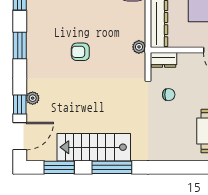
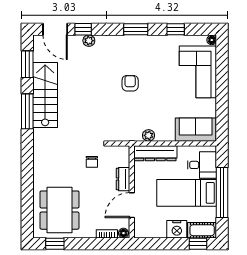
plant: (139, 47) -> (149, 135), moved
dresser: (164, 60) -> (123, 179), moved

